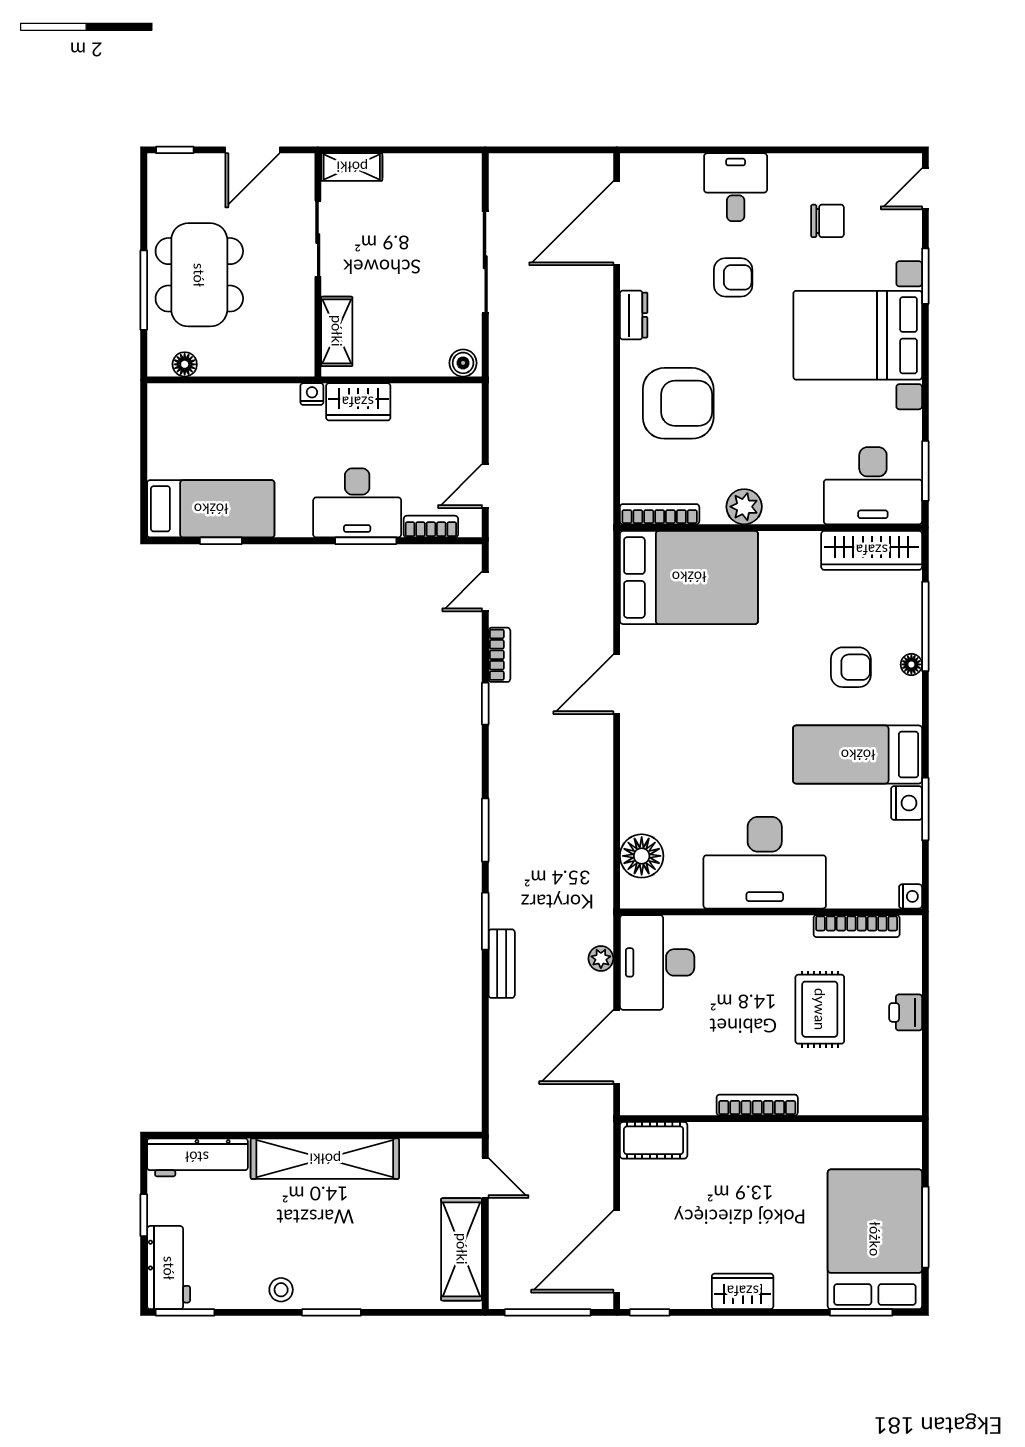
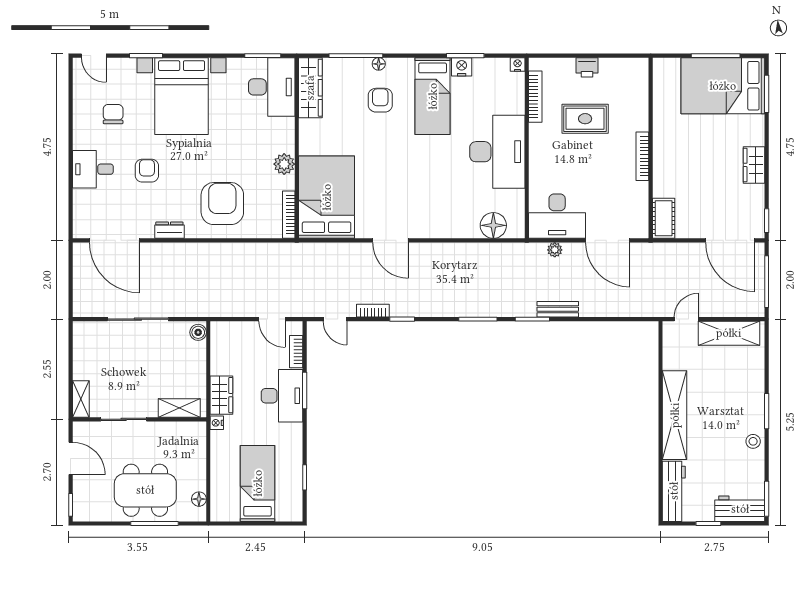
bed: (211, 509) -> (258, 483), moved

